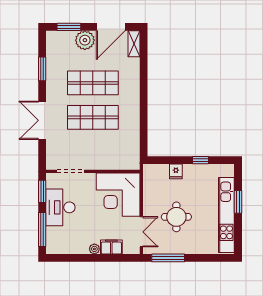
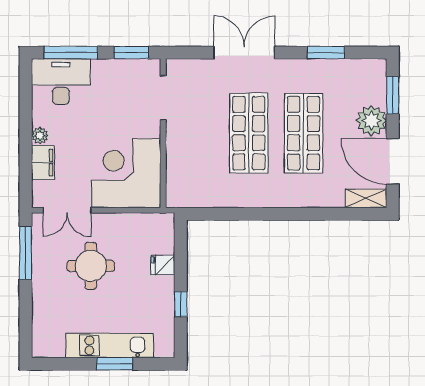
desk: (60, 207) -> (61, 82), moved
kitchen unit: (226, 215) -> (110, 345), width x0.73

